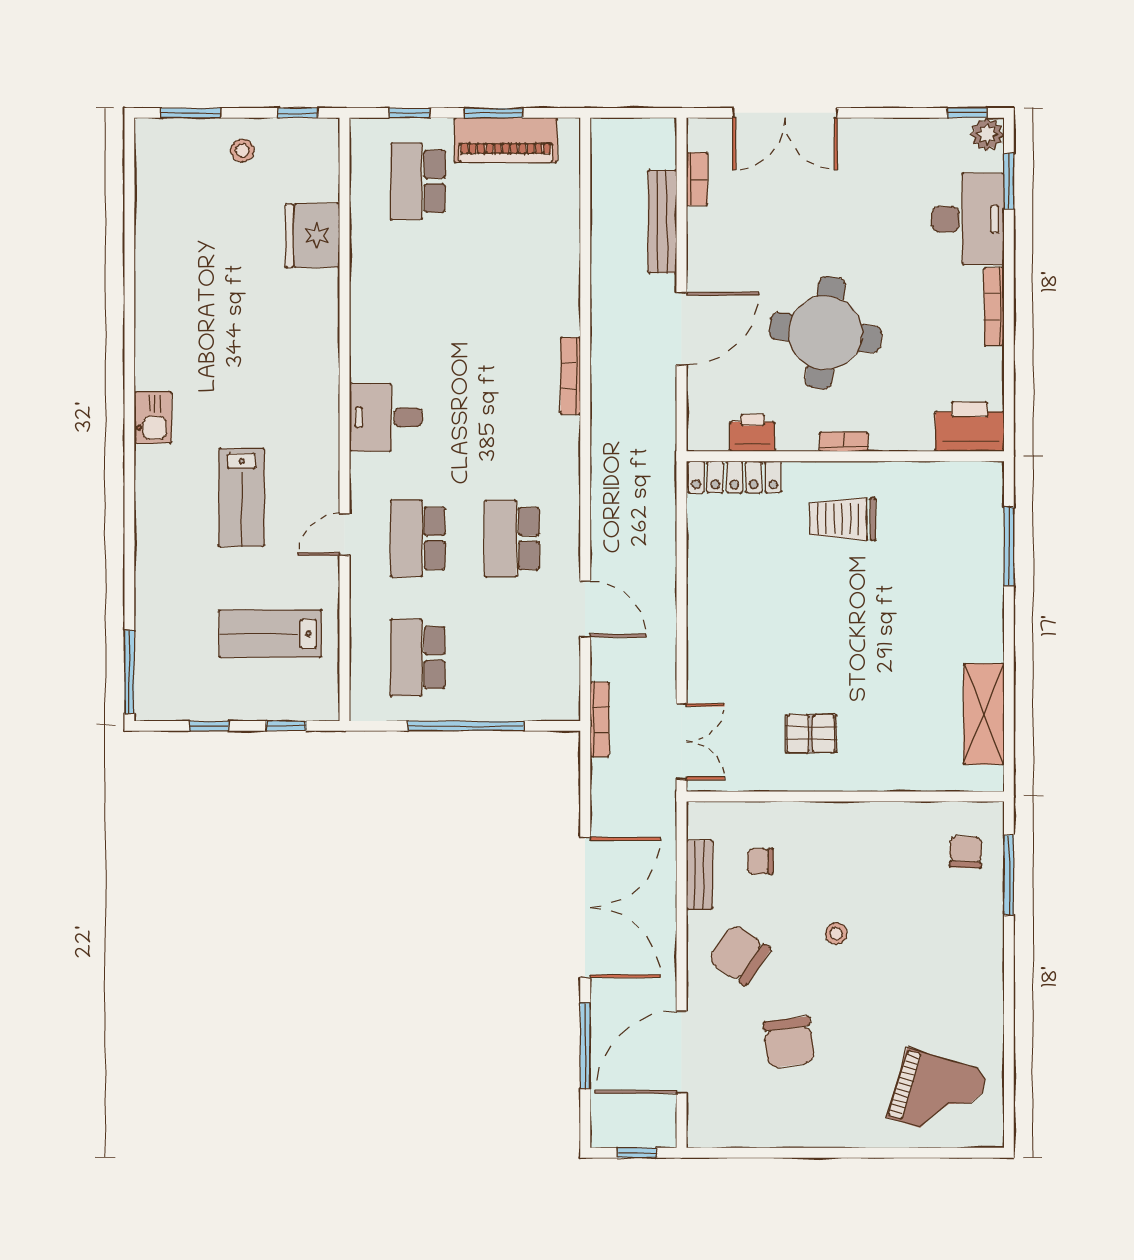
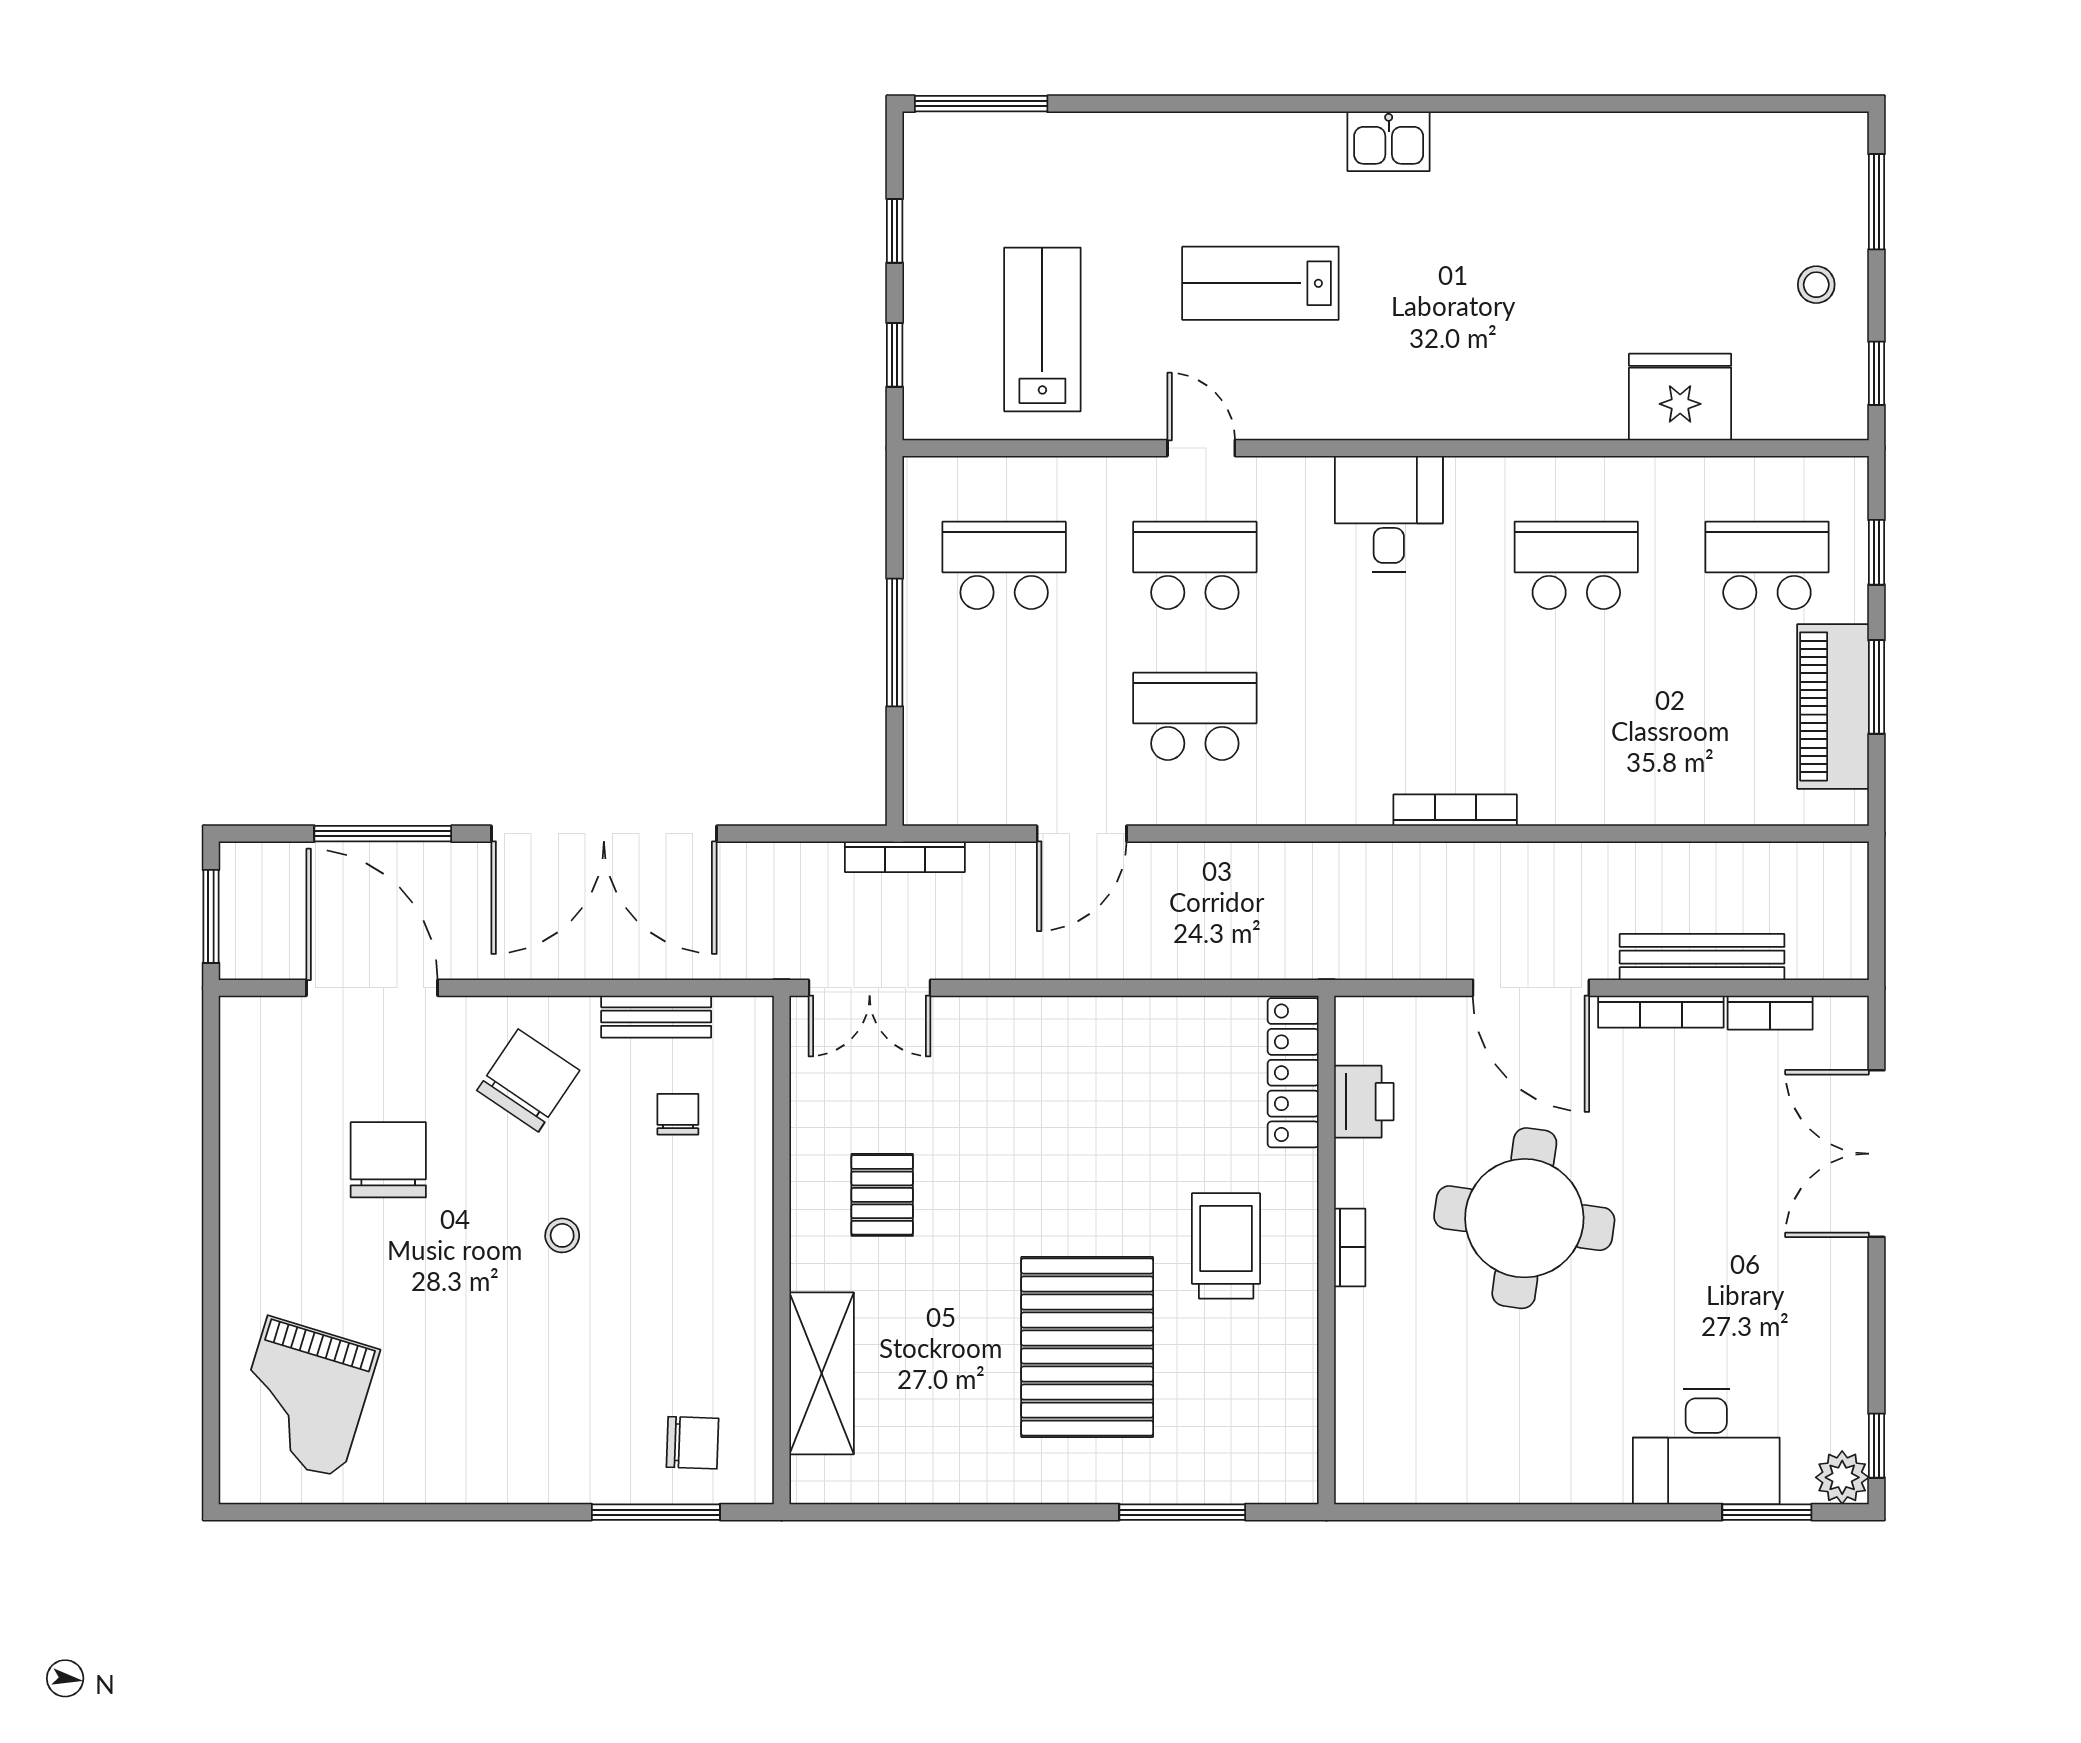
school desk: (418, 300) -> (1576, 565), added
bookcase: (994, 307) -> (1661, 1012), moved, turned 180
printer: (970, 427) -> (1374, 1449), removed
pallet: (906, 606) -> (1087, 1347), added
shelving: (984, 714) -> (822, 1373), moved, turned 90
window: (466, 726) -> (895, 642), width x0.68
chair: (789, 1042) -> (388, 1160), turned 97
window: (637, 1153) -> (211, 916), width x1.50

